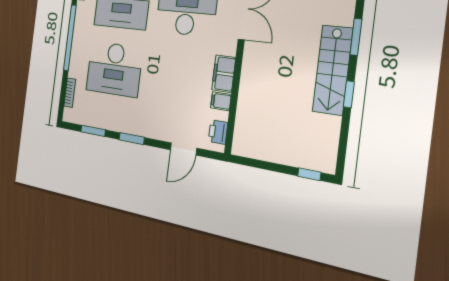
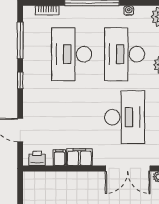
window: (93, 131) -> (20, 40), width x1.44
window: (132, 139) -> (20, 80), width x0.67

